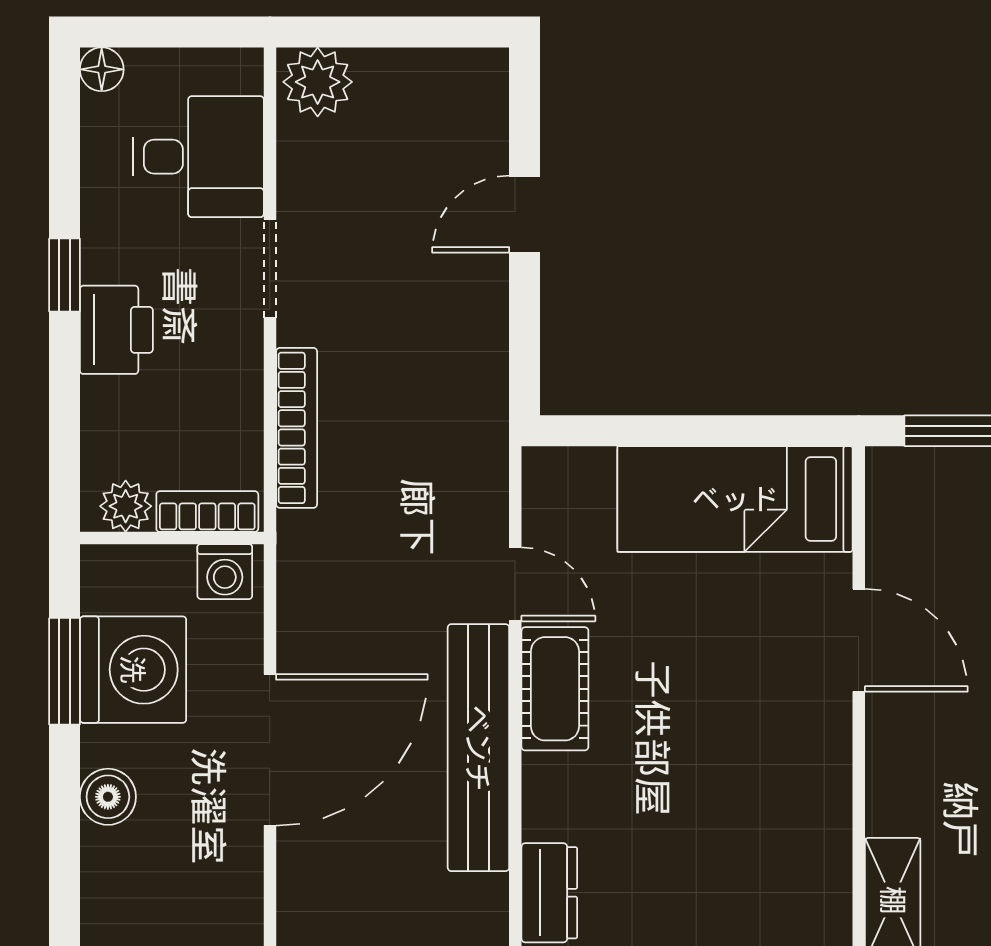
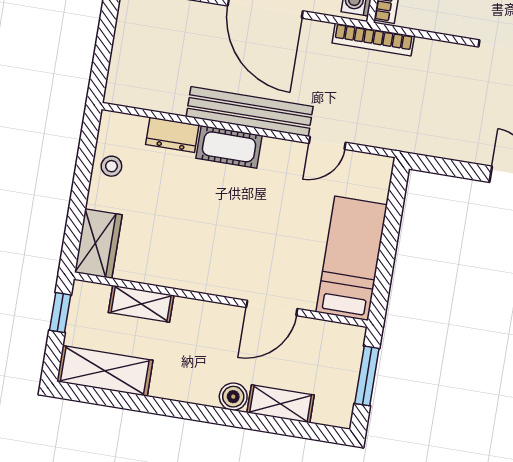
bookcase: (297, 428) -> (373, 40), moved
cot: (555, 689) -> (229, 147), moved

